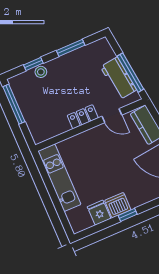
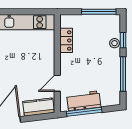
window: (71, 48) -> (123, 74), width x1.44
locker: (83, 117) -> (66, 40), moved

